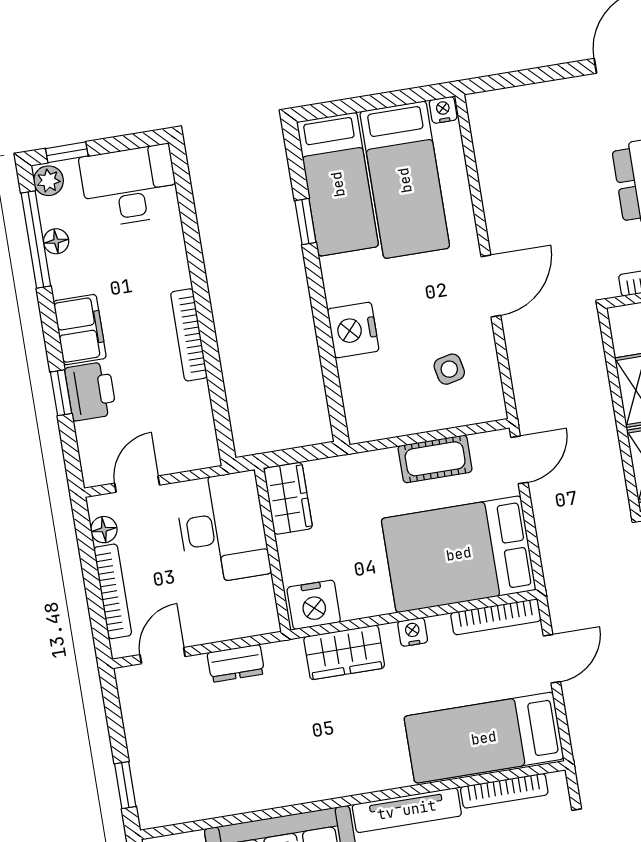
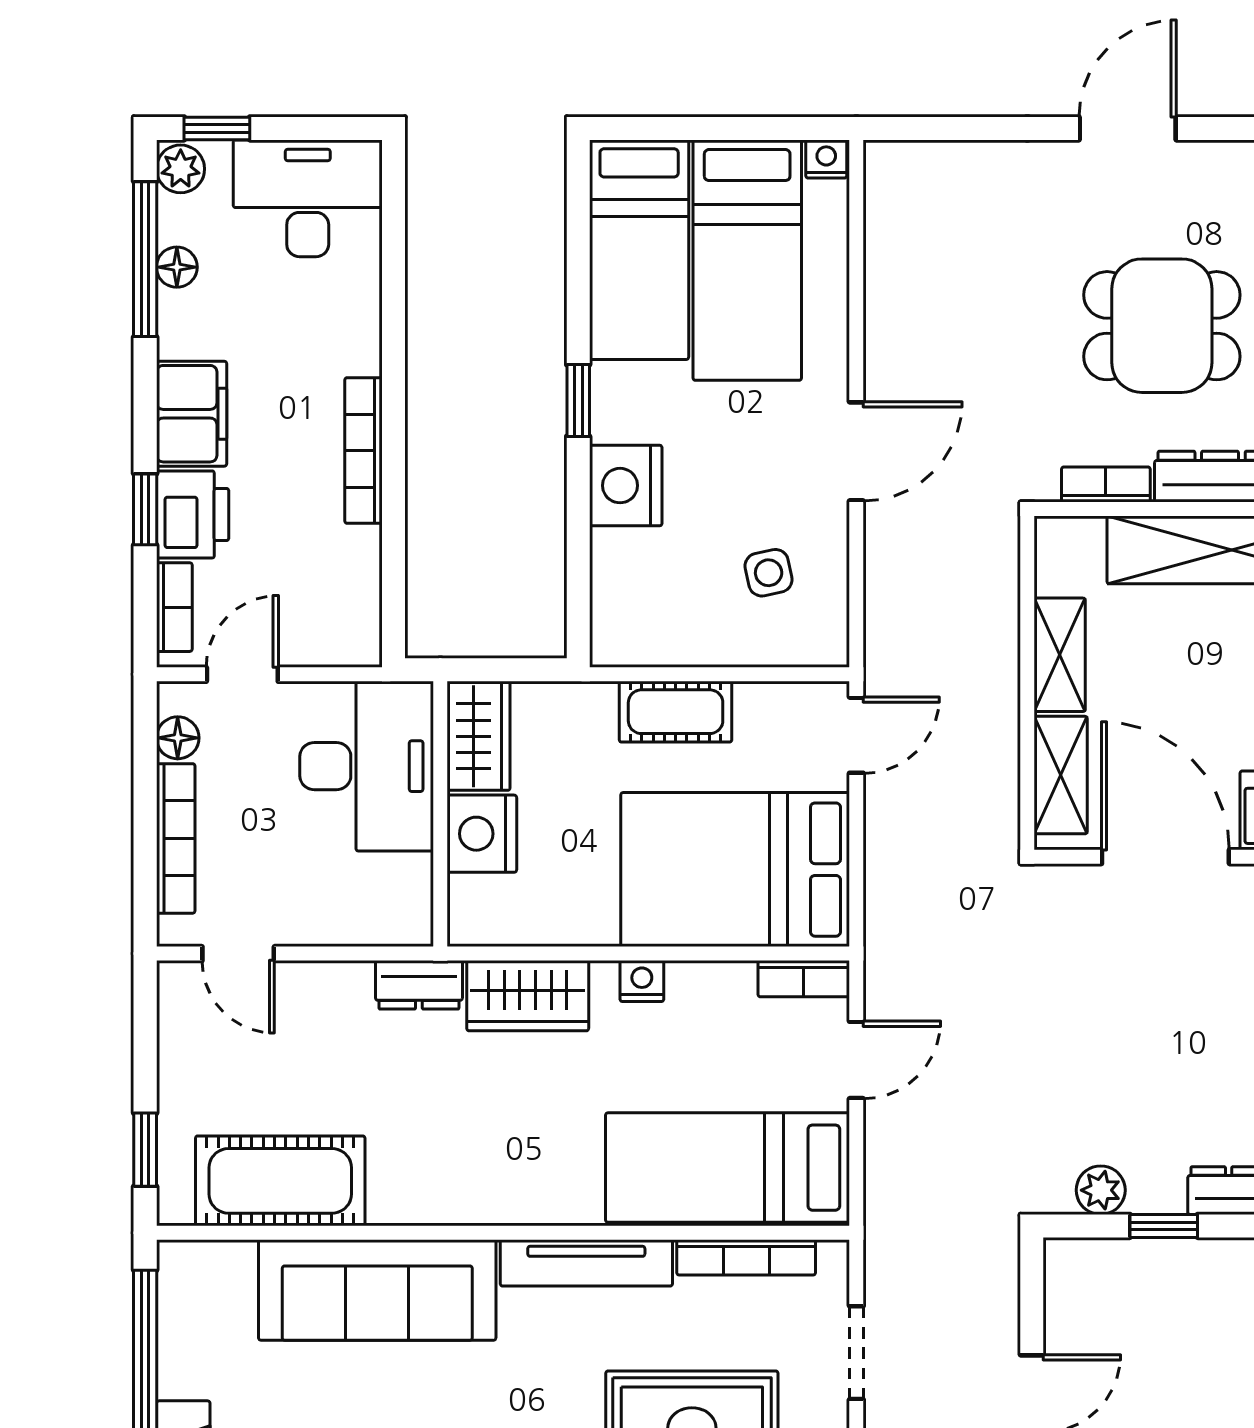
window: (305, 222) -> (578, 401), moved
bookcase: (89, 450) -> (174, 607), added
cot: (435, 459) -> (676, 712), moved
nightstand: (314, 605) -> (482, 834), moved, turned 90
bookcase: (496, 617) -> (804, 979), width x0.64
door: (163, 656) -> (238, 954), swing flipped
dresser: (236, 663) -> (419, 985), moved
cot: (211, 791) -> (280, 1181), added

